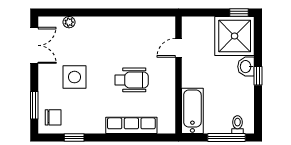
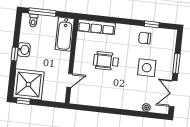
washbasin: (246, 67) -> (24, 50), moved
window: (34, 105) -> (176, 63), moved
chair: (53, 117) -> (145, 38), moved
row of seats: (131, 125) -> (96, 27), moved

